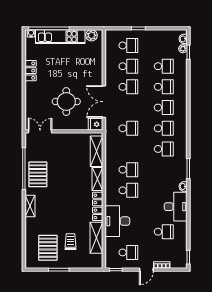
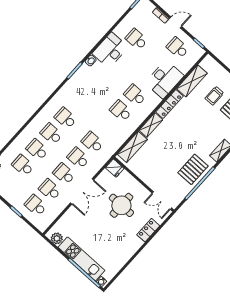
locker: (31, 71) -> (148, 230), moved
double door: (104, 102) -> (82, 191), moved
school desk: (164, 149) -> (78, 158), moved

